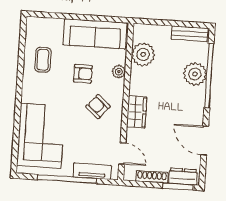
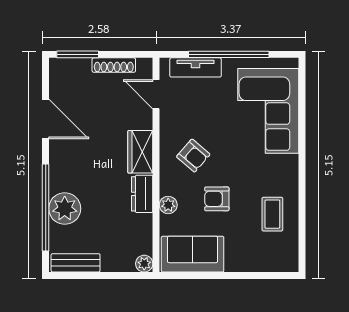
sofa: (95, 34) -> (193, 254), width x0.73
plant: (143, 54) -> (144, 264), moved, width x0.53, depth x0.53
dresser: (183, 177) -> (142, 194), moved, turned 90

